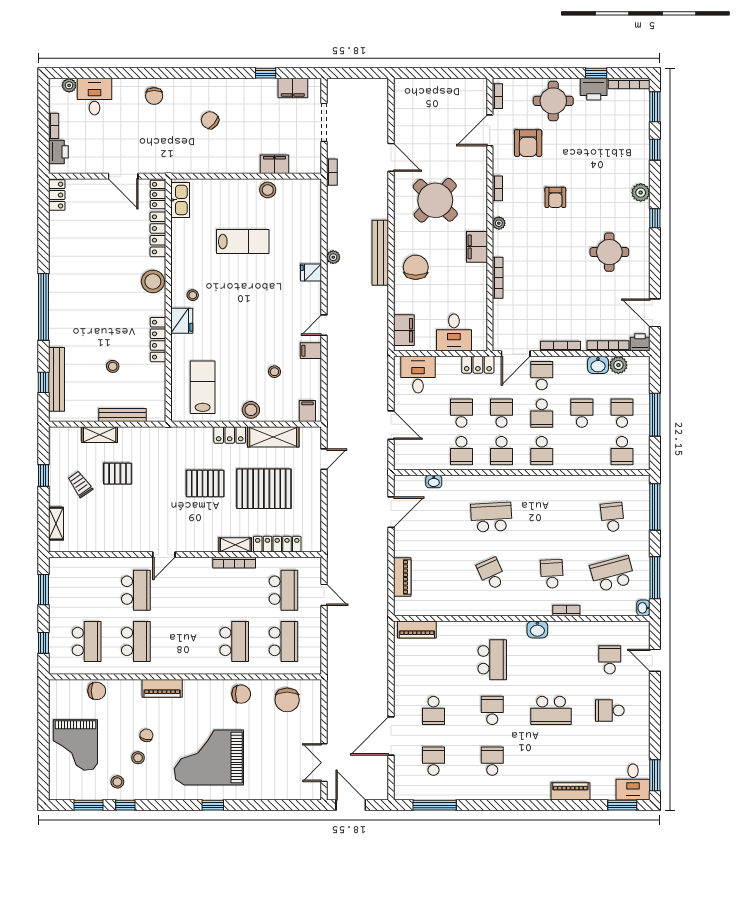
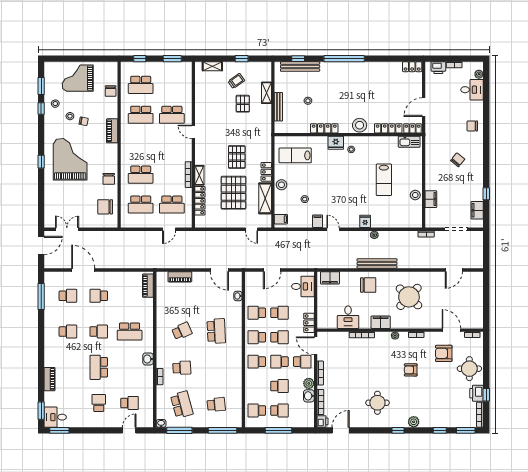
door: (391, 157) -> (454, 270), moved
desk: (454, 333) -> (348, 317), moved, turned -90
plant: (618, 365) -> (309, 383), moved
lab bench: (203, 387) -> (295, 155), turned 180

